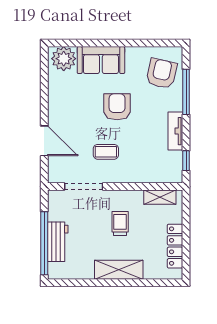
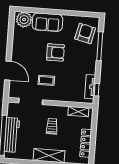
armchair: (117, 107) -> (55, 52), turned 90
tv unit: (175, 131) -> (90, 87), moved
workbench: (58, 242) -> (12, 135), width x1.38

